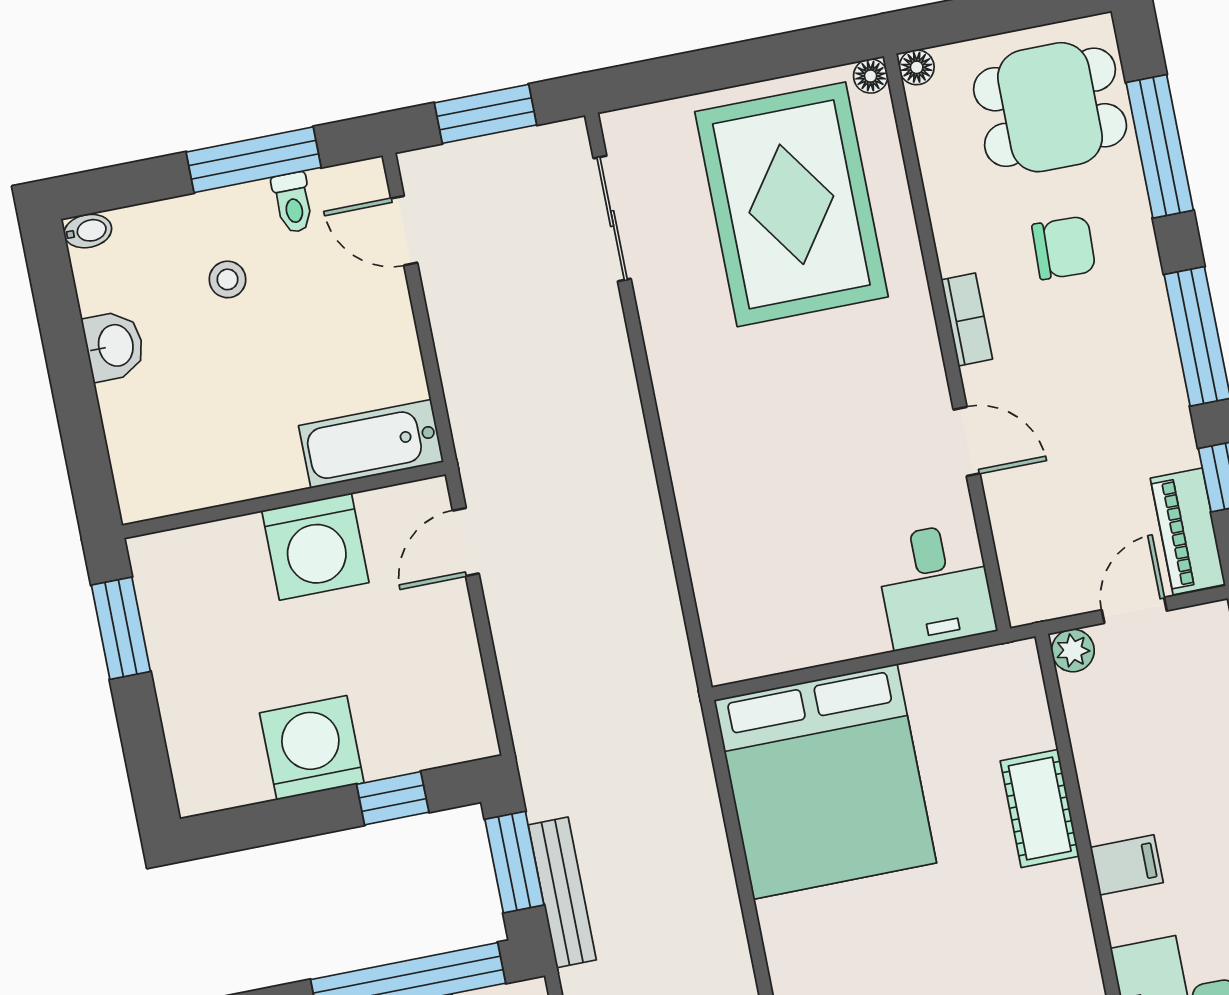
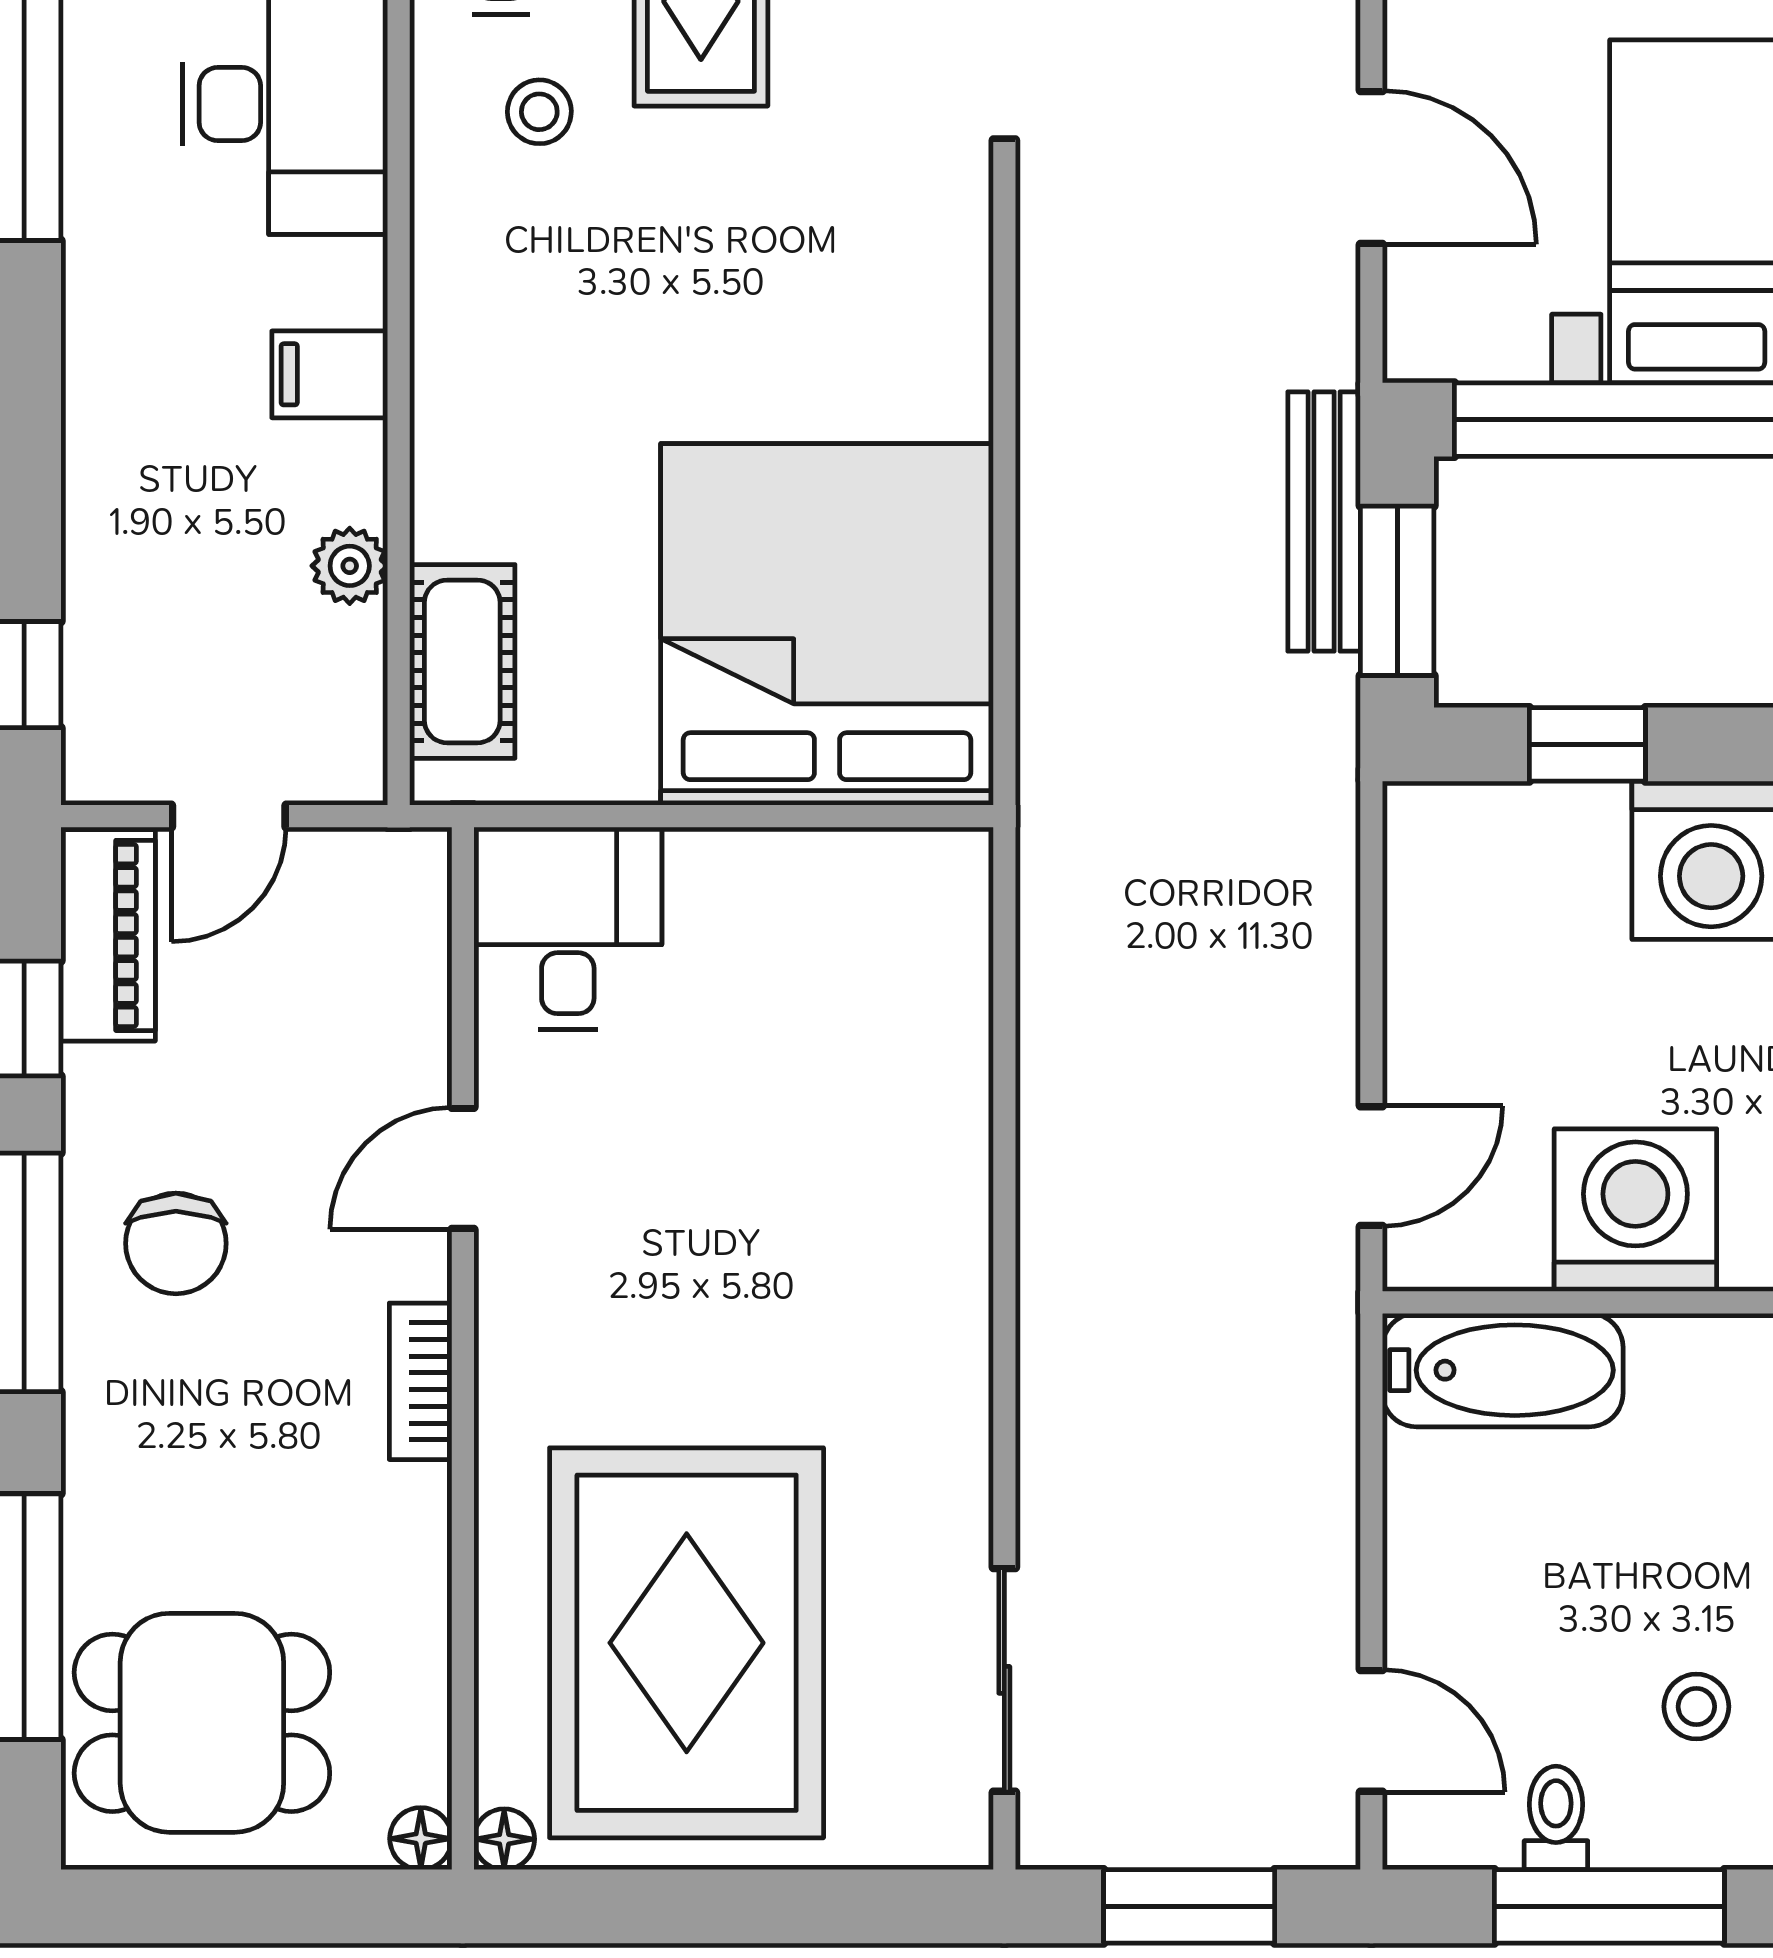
chair: (1064, 248) -> (176, 1243), moved, turned -92
door: (967, 442) -> (463, 1168), hinge flipped
plant: (1073, 650) -> (350, 566), moved
cot: (1040, 809) -> (462, 661), moved

